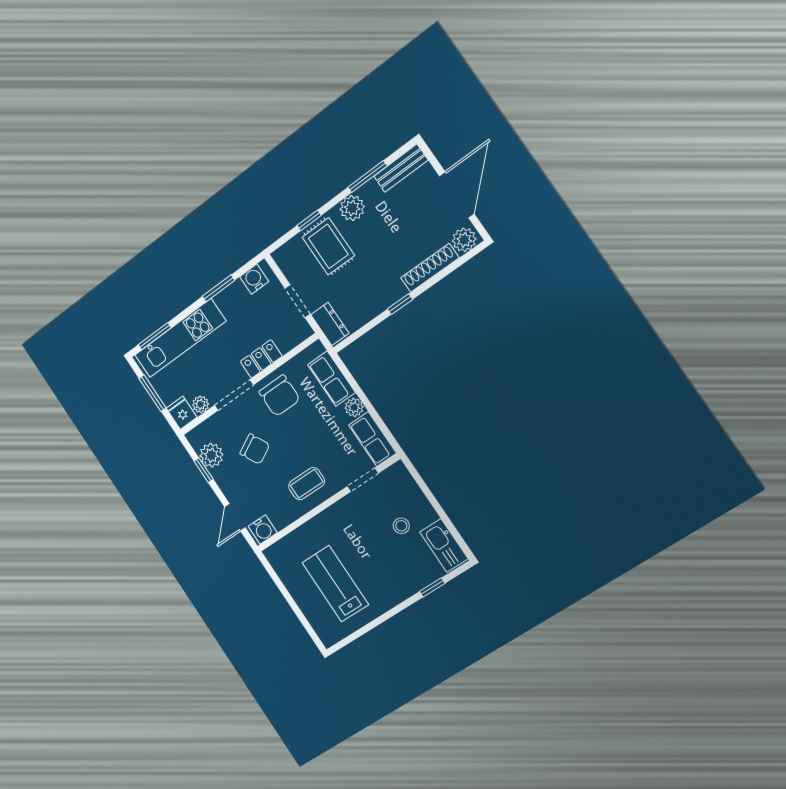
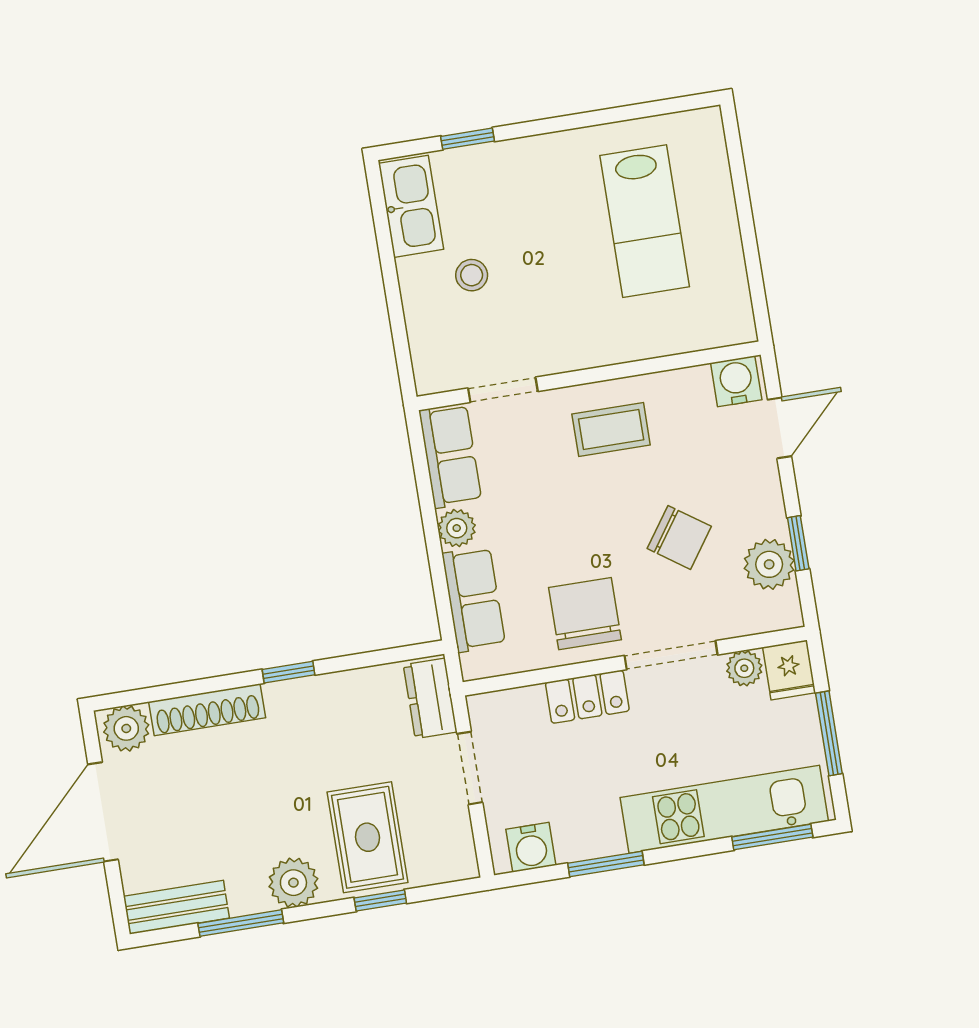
chair: (255, 449) -> (679, 537), turned 153

